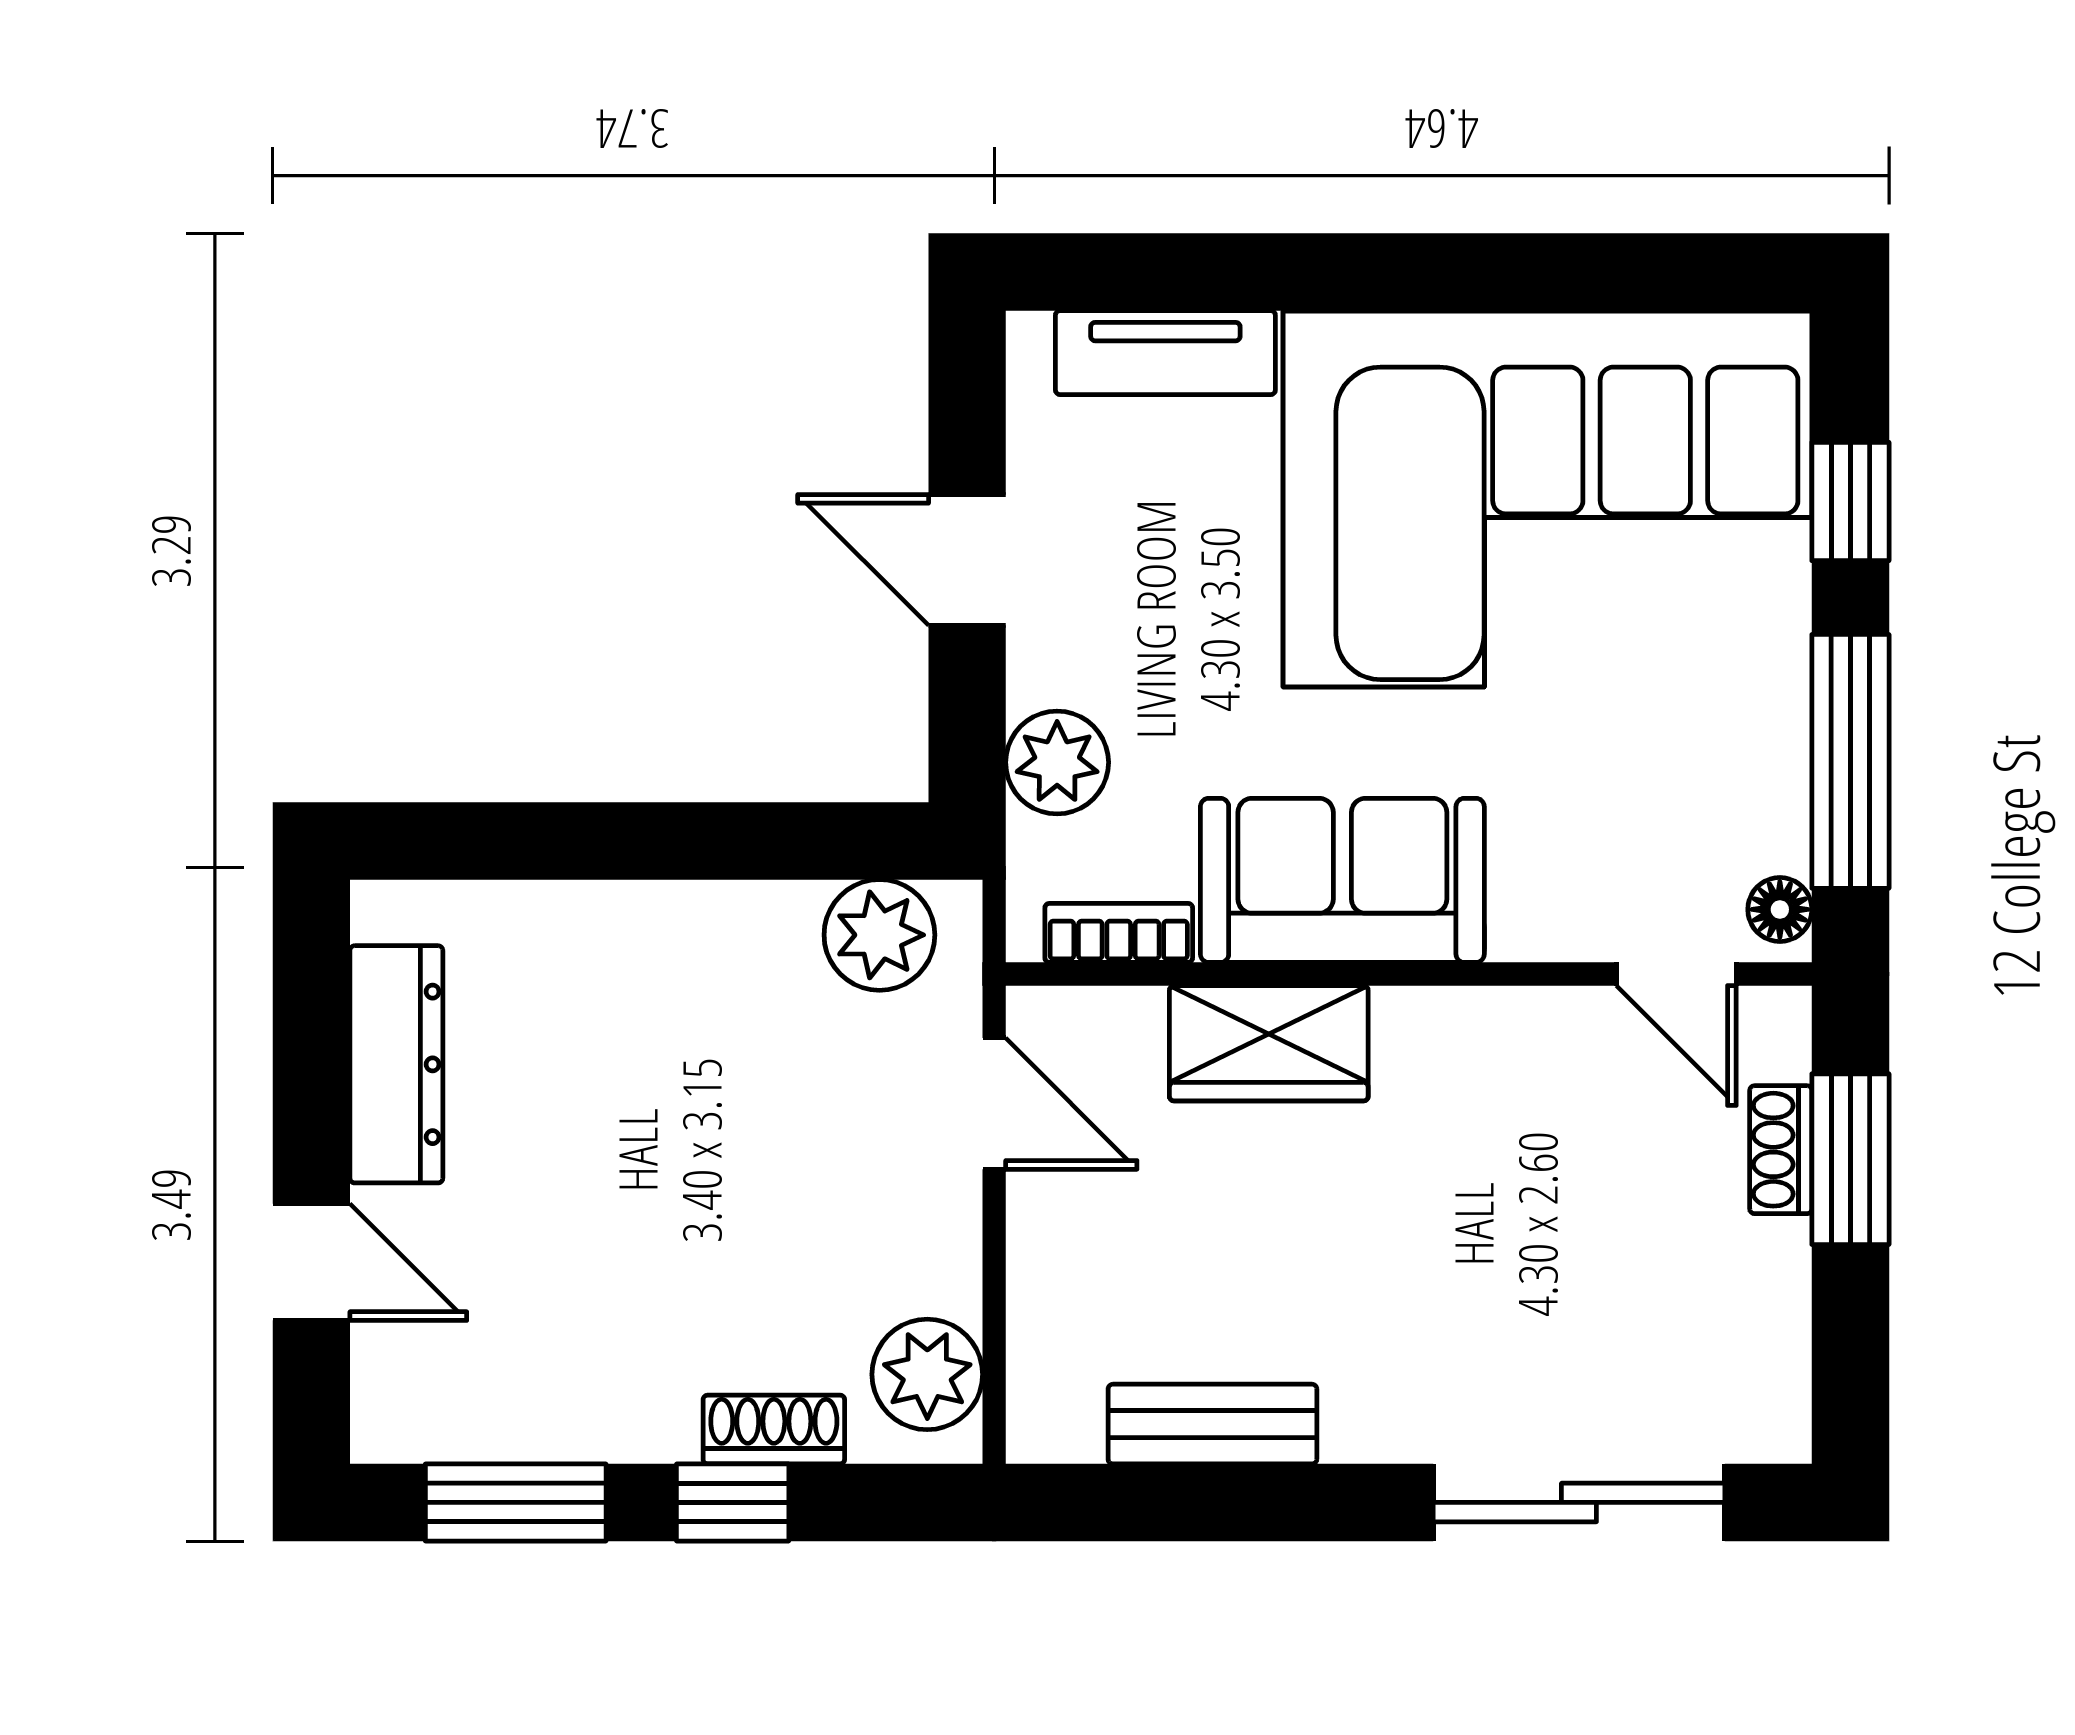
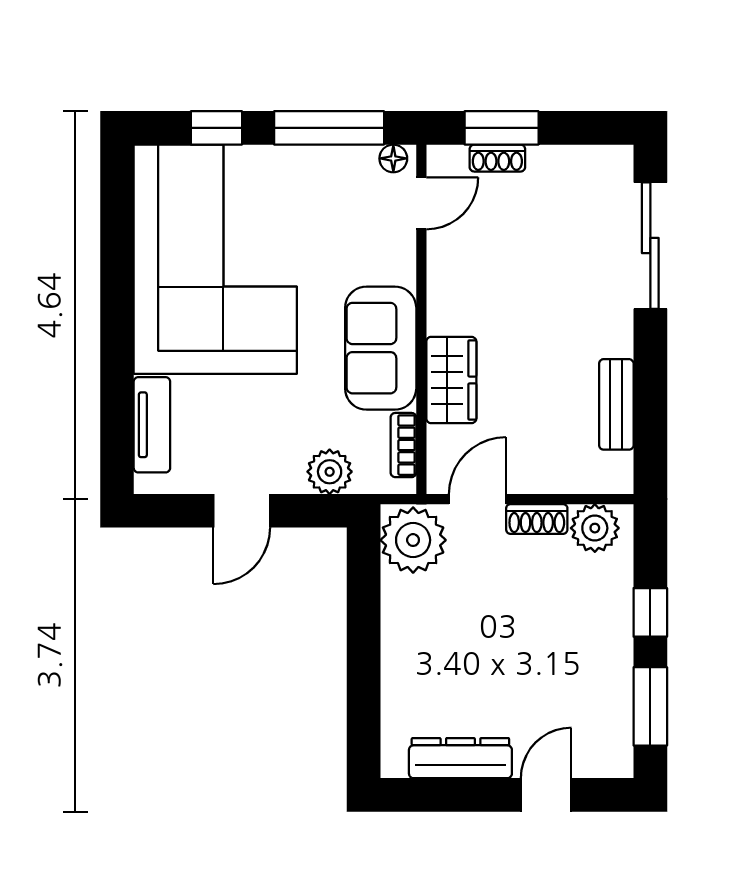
plant: (879, 935) -> (413, 540), width x1.36, depth x1.36
shoe rack: (774, 1430) -> (537, 519), moved, turned -90

